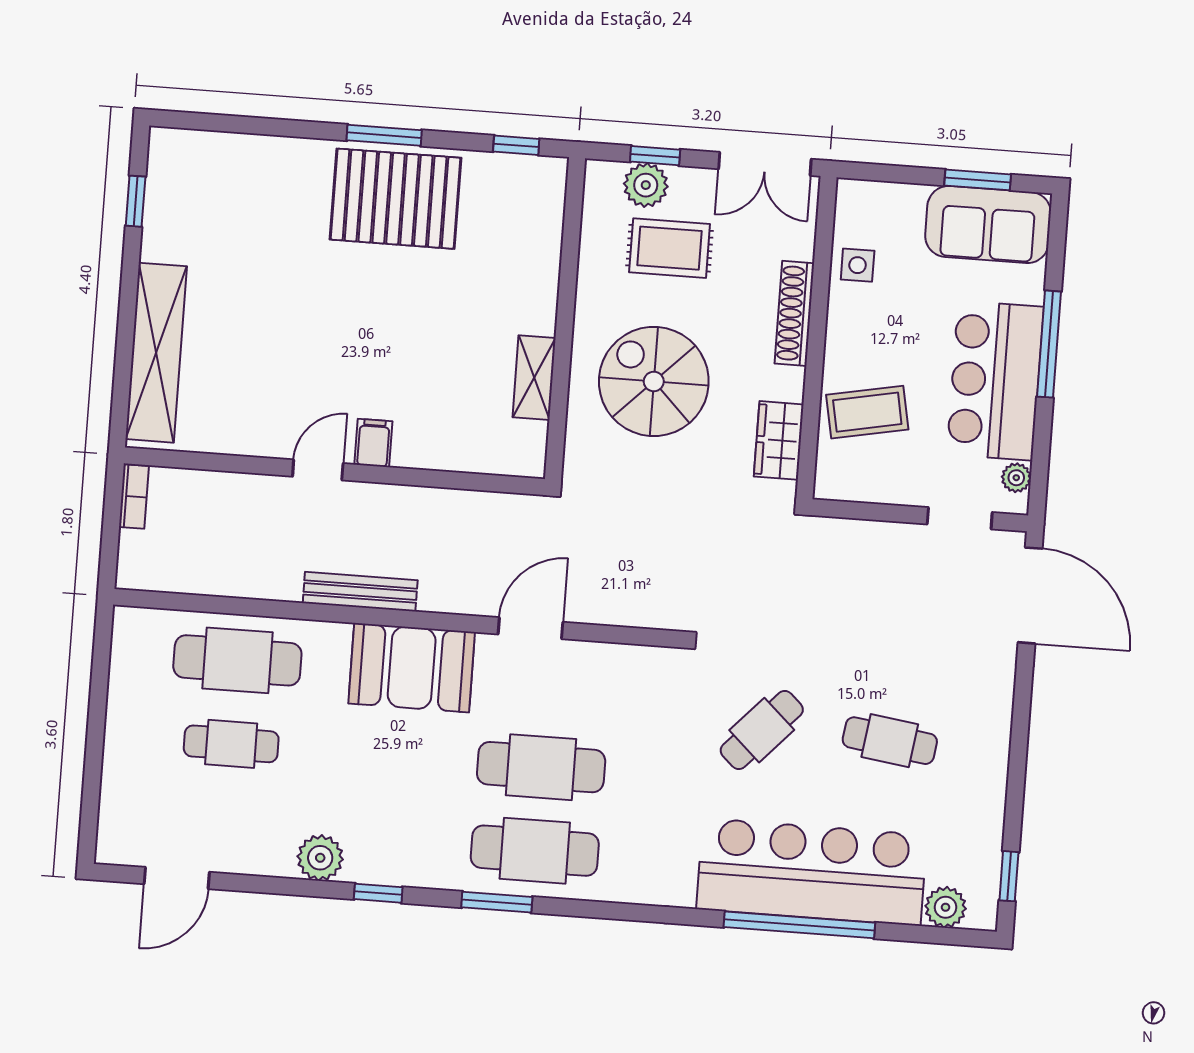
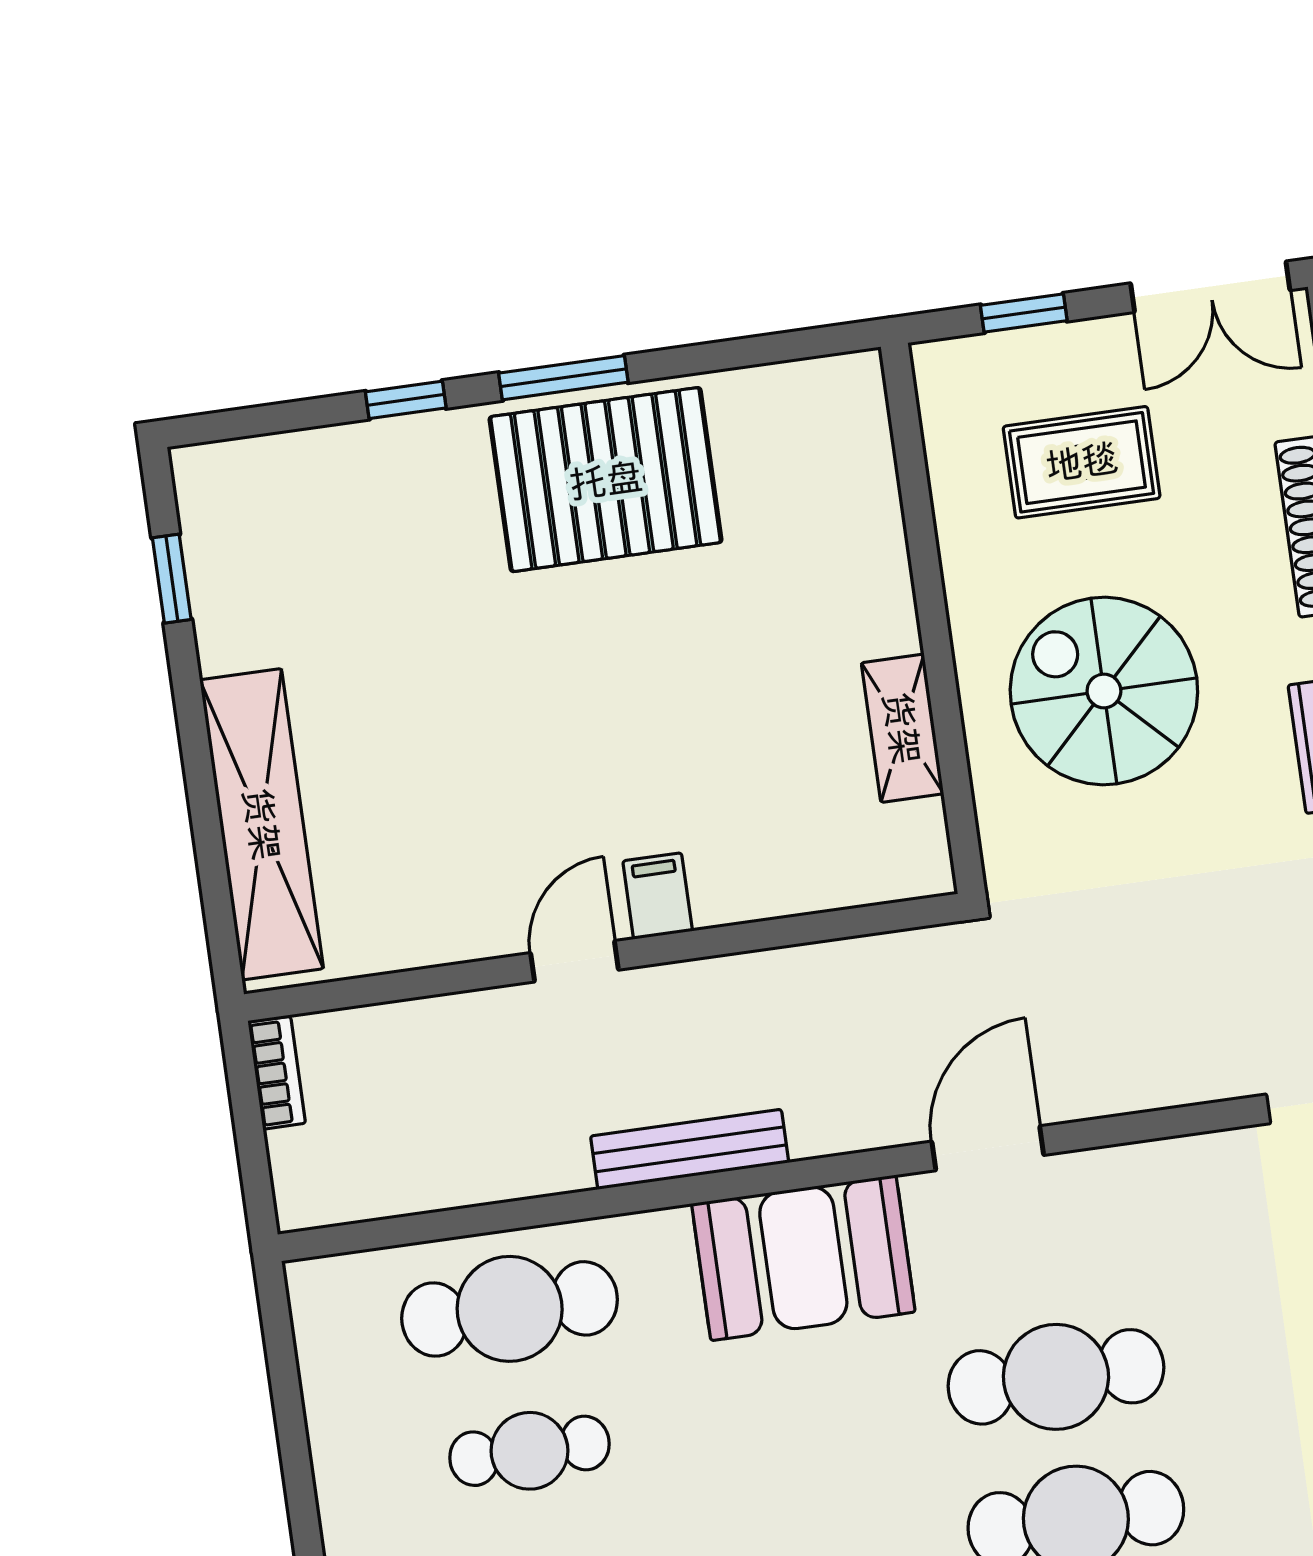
window: (516, 145) -> (406, 400), moved
plant: (646, 185) -> (1019, 366), removed

